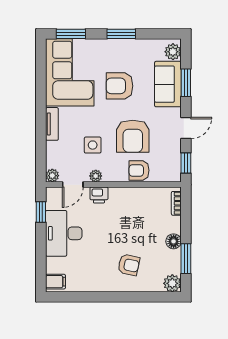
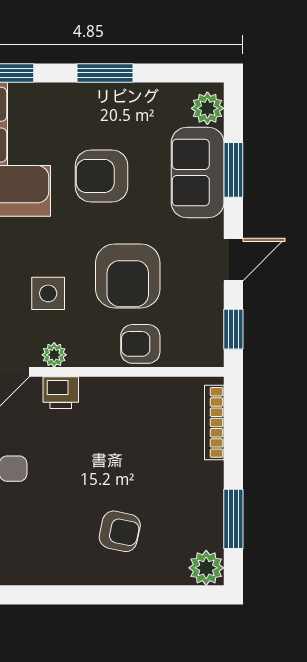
bookcase: (176, 203) -> (214, 422), width x1.56
floor lamp: (174, 241) -> (209, 485), removed

